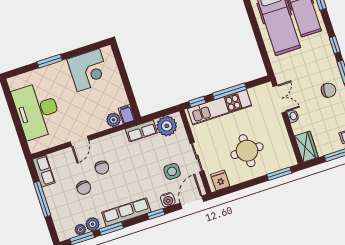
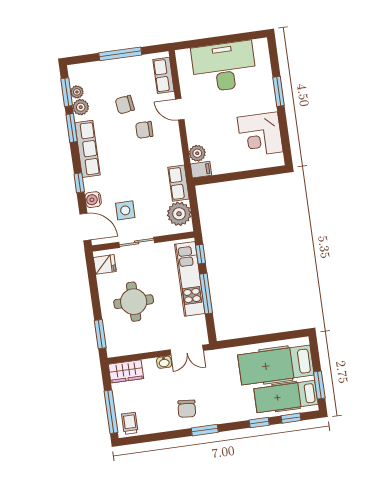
window: (335, 45) -> (259, 423), moved
row of seats: (44, 171) -> (163, 75), moved, turned 90

